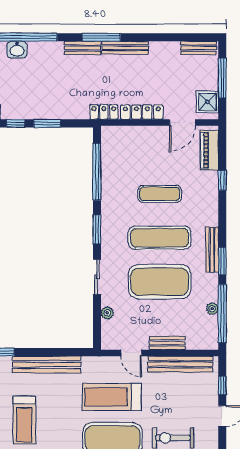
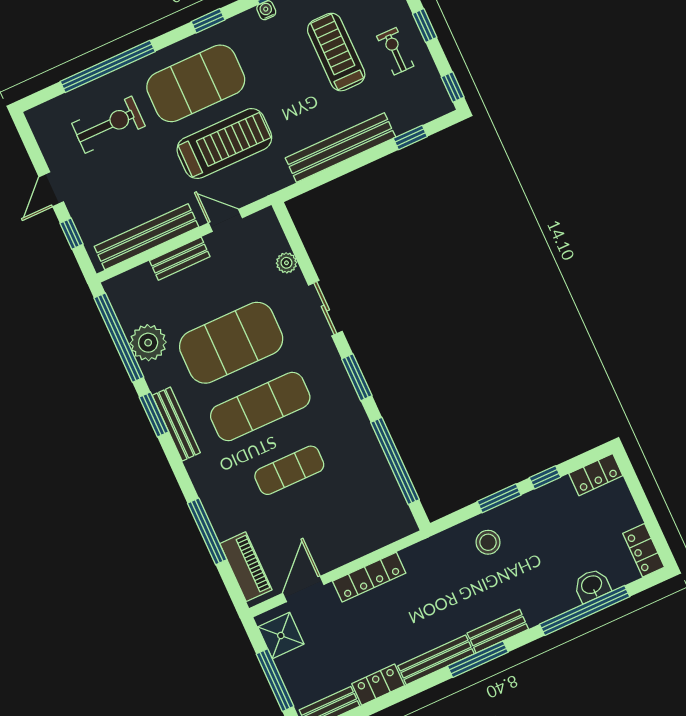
stool: (65, 101) -> (488, 542), added
locker: (104, 112) -> (378, 685), moved, turned 180
window: (222, 180) -> (207, 531), width x2.17
plant: (212, 309) -> (148, 343), width x1.87, depth x1.87

